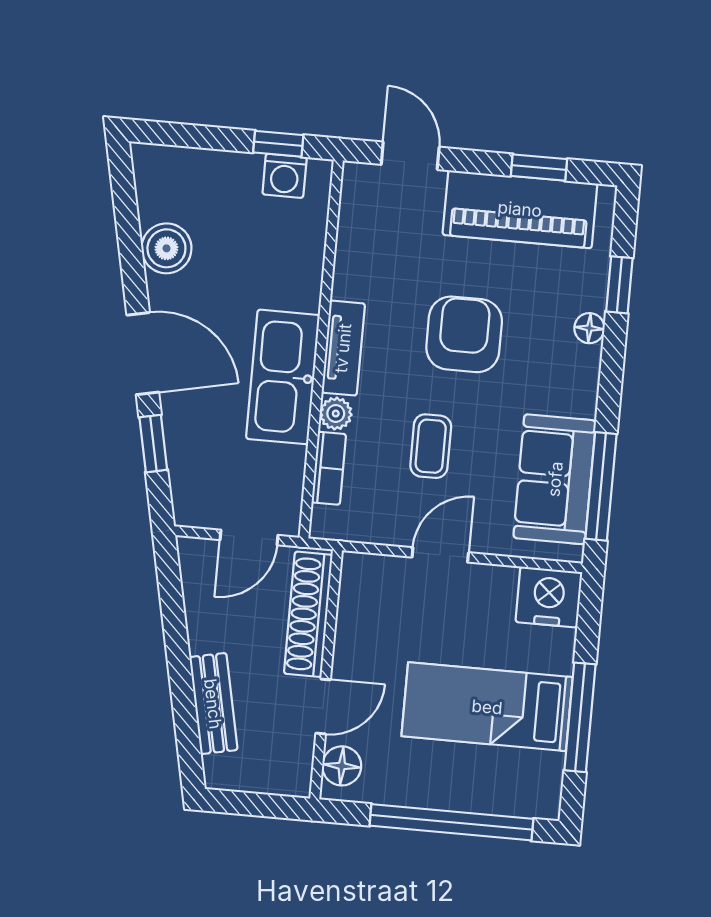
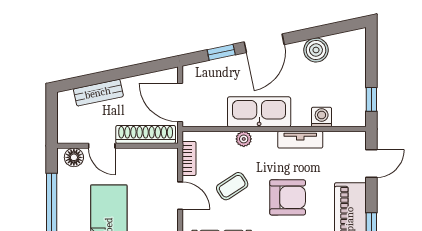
washing machine: (285, 176) -> (322, 117), moved, turned 90
tv unit: (343, 348) -> (300, 140), moved
coffee table: (431, 446) -> (232, 186), turned -33
bookcase: (329, 468) -> (189, 158), moved, turned -90
door: (249, 537) -> (180, 103), width x1.38

